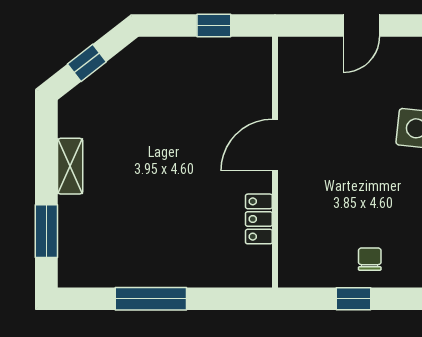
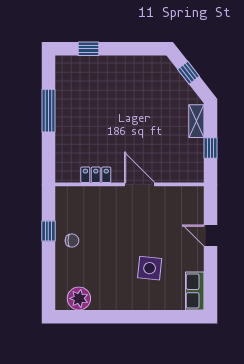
shelving: (70, 166) -> (196, 121), moved, turned 90
window: (46, 231) -> (89, 49), width x0.67

